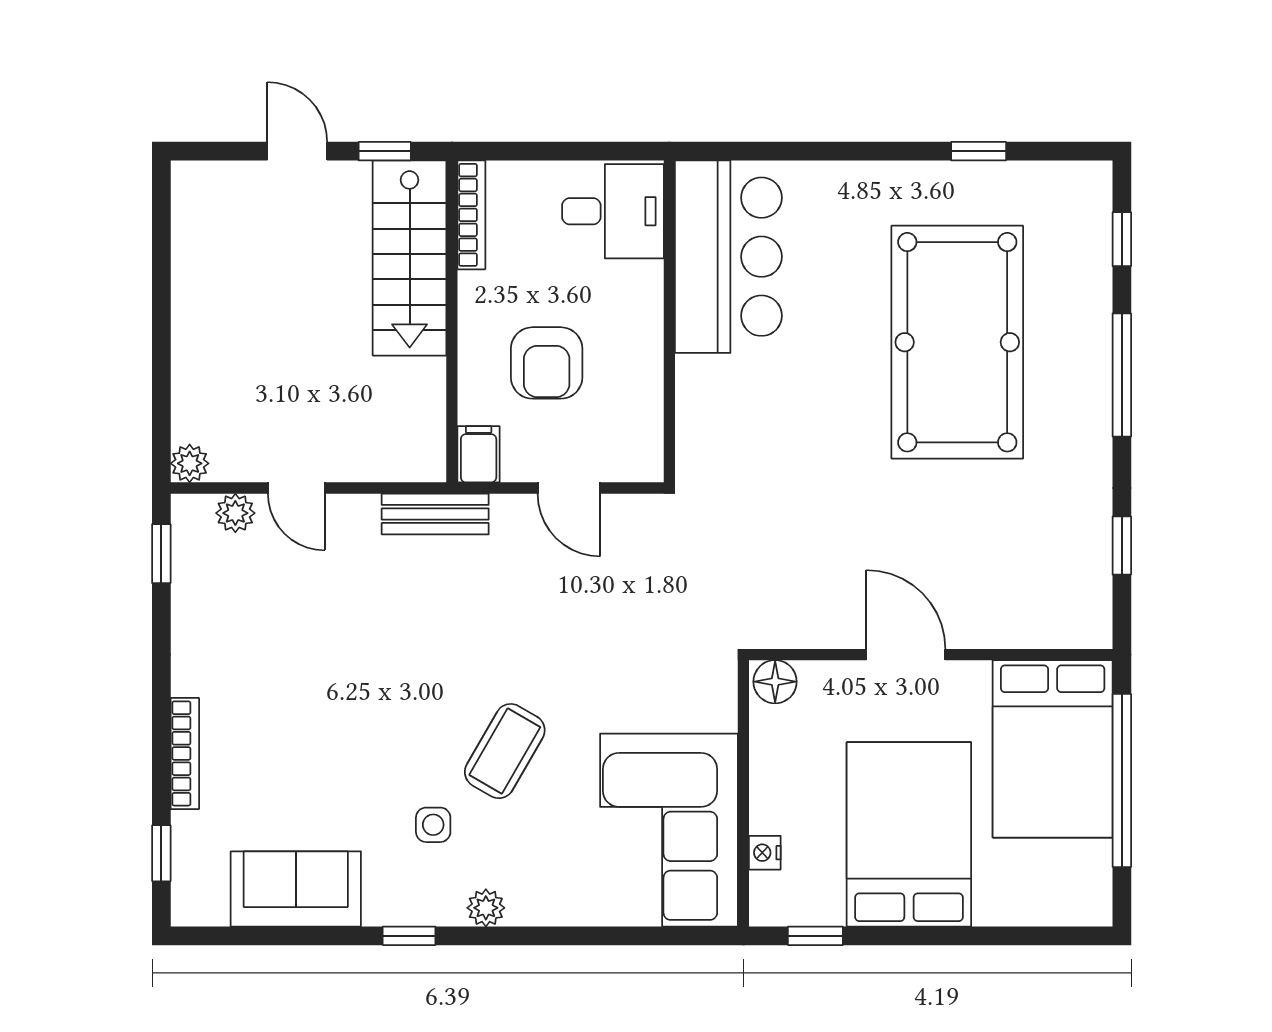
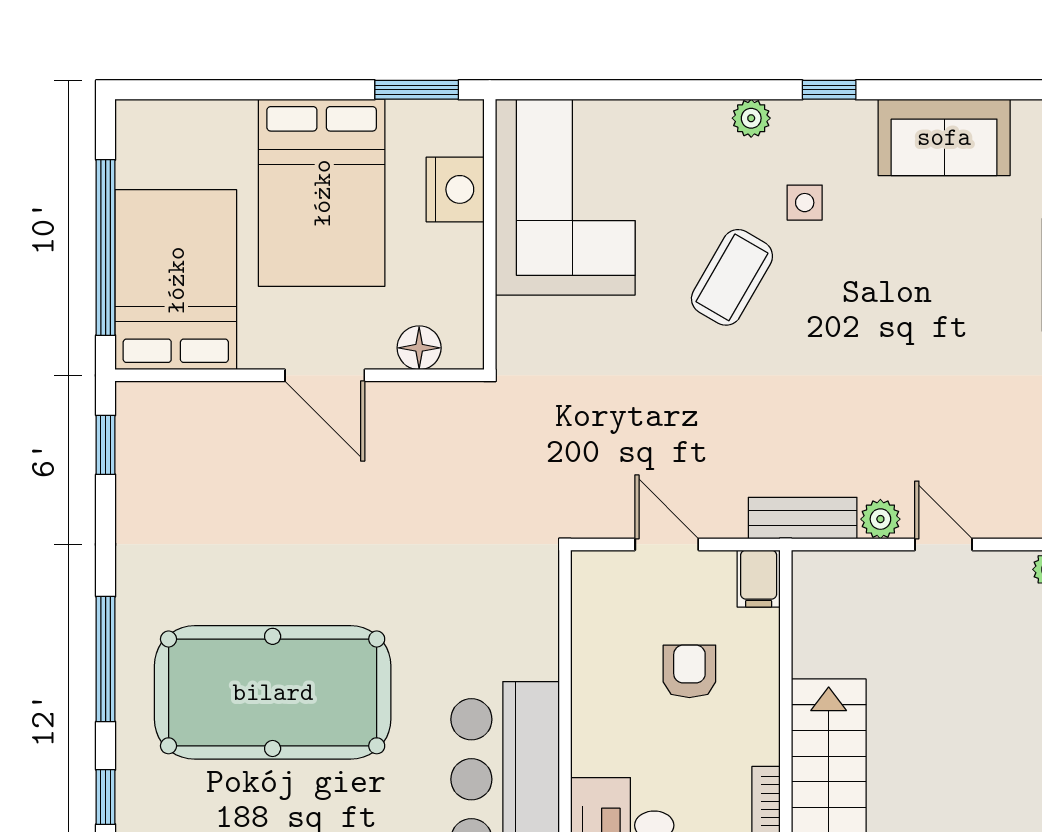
pool table: (957, 342) -> (273, 692), turned 90
armchair: (547, 363) -> (689, 671), width x0.72, depth x0.72
plant: (235, 513) -> (880, 519), moved
window: (1122, 545) -> (106, 445), moved
floor lamp: (775, 682) -> (419, 348), moved
nightstand: (765, 853) -> (455, 189), width x1.89, depth x1.79
window: (815, 936) -> (417, 90), width x1.50

